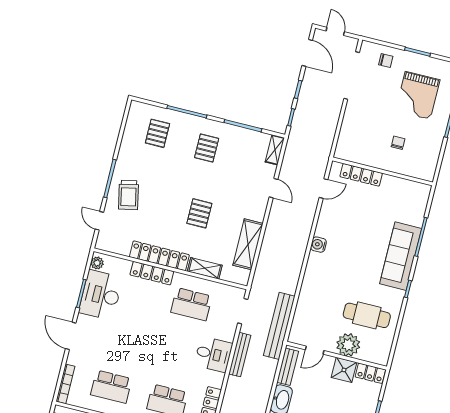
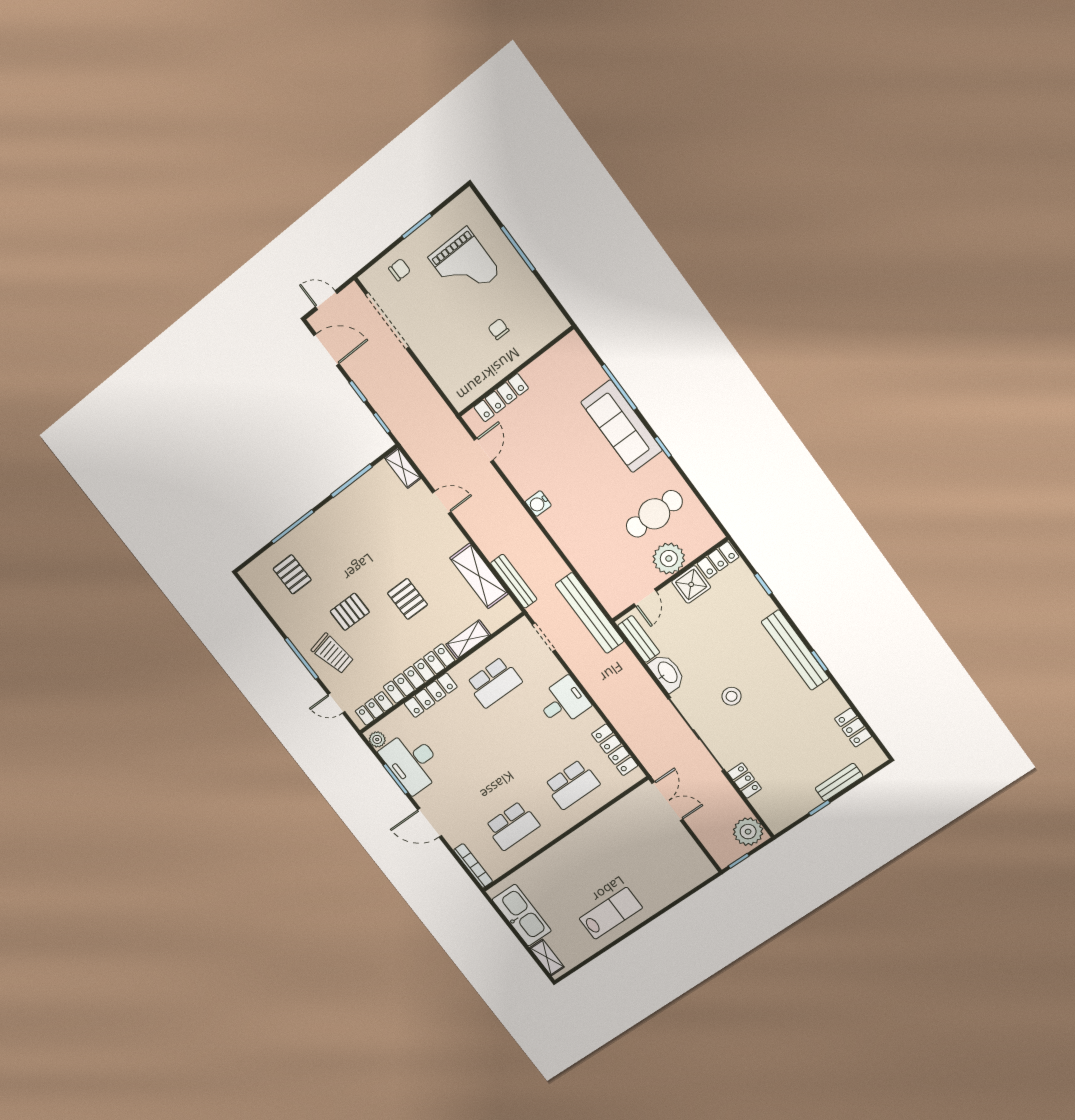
pallet: (207, 148) -> (350, 612), moved, turned 90
locker: (115, 246) -> (374, 708), added
bench: (240, 355) -> (514, 581), moved

